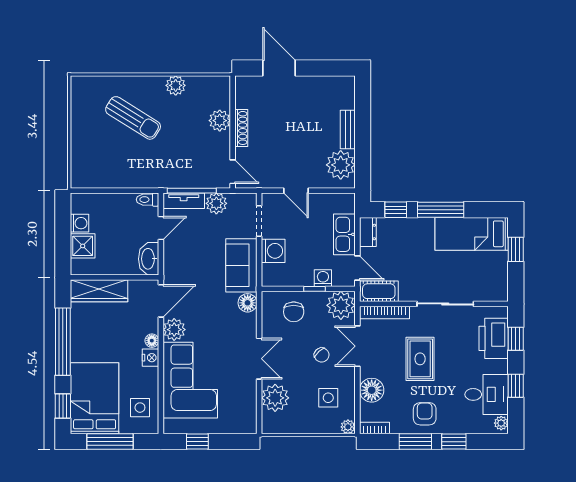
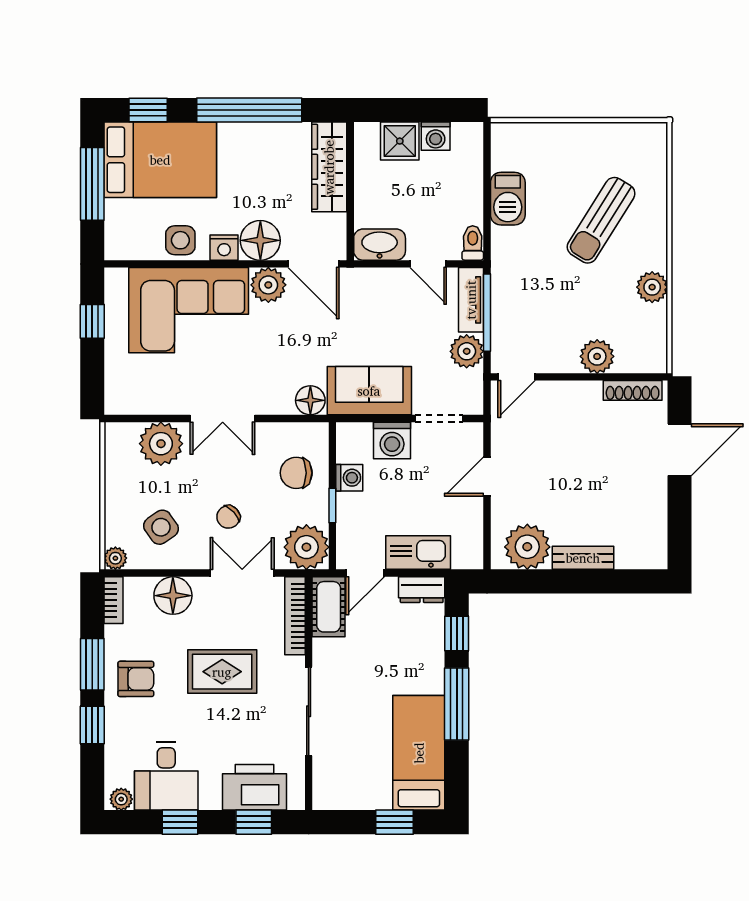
shoe rack: (241, 128) -> (633, 390), moved
barbecue: (119, 177) -> (508, 199), added
washing machine: (323, 278) -> (349, 478), moved
floor lamp: (152, 341) -> (260, 240), width x1.89, depth x1.89
side table: (328, 398) -> (161, 527), turned -35
side table: (140, 408) -> (180, 240), moved

